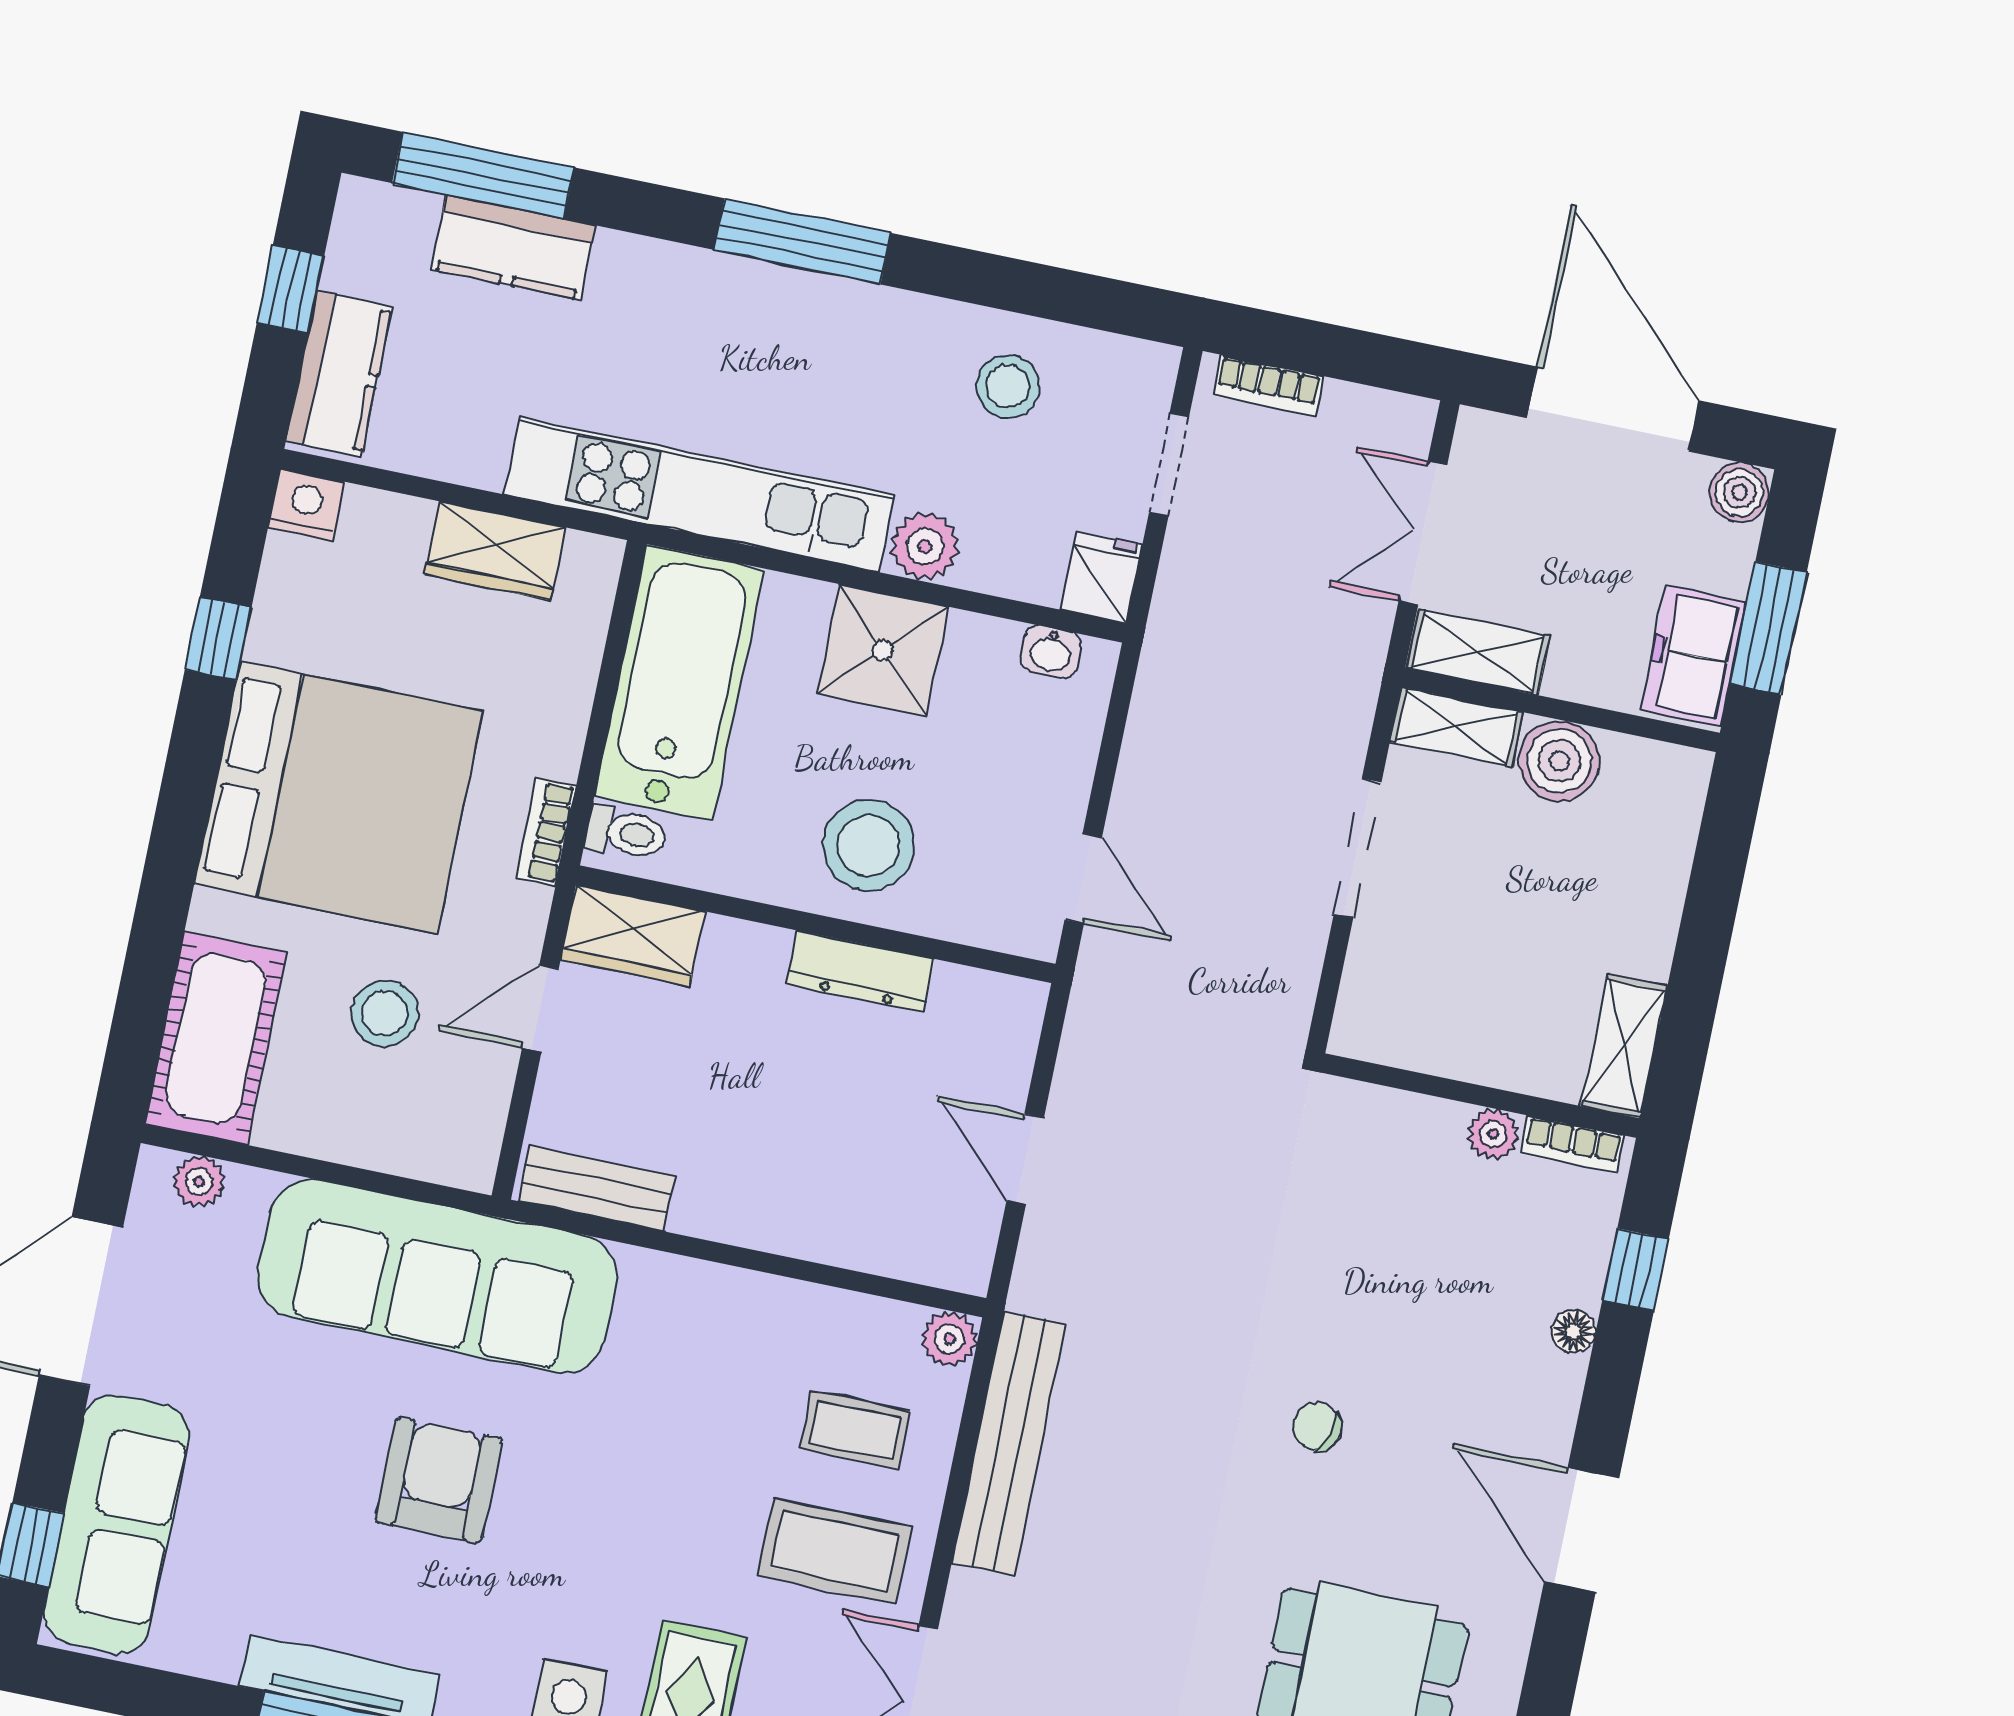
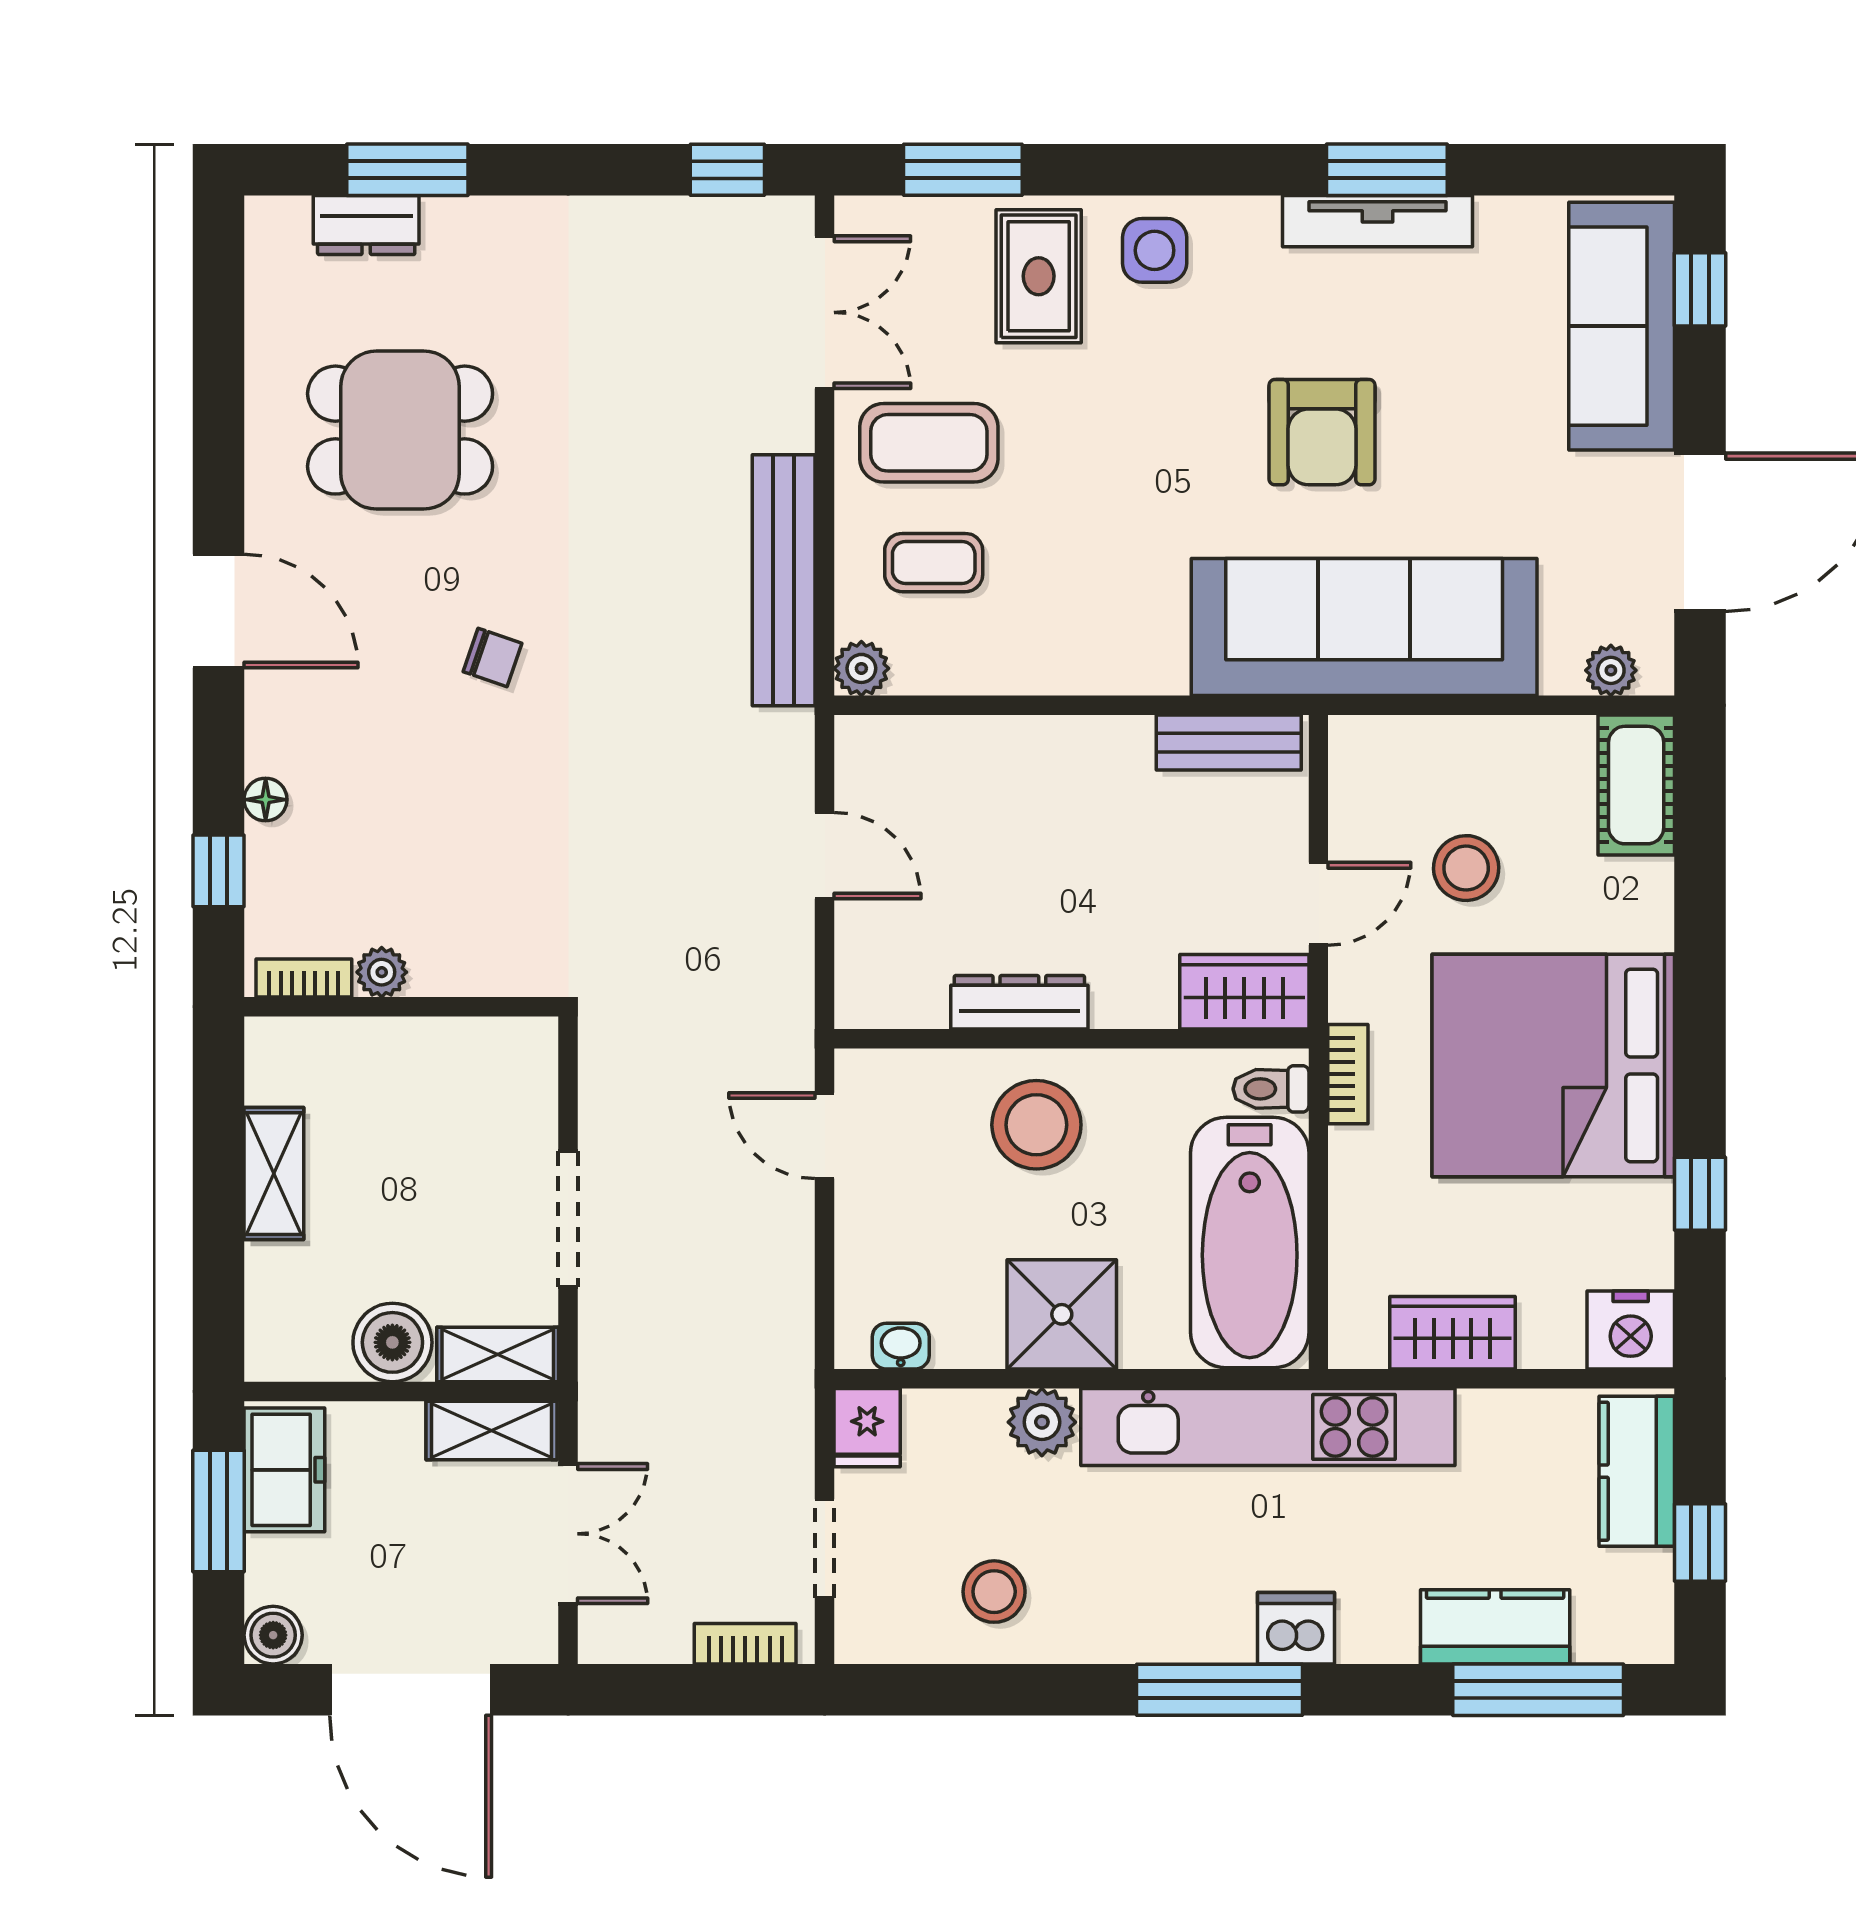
dishwasher: (713, 287) -> (1296, 1628), added
nightstand: (306, 504) -> (1631, 1330), width x1.36, depth x1.33
cot: (216, 1038) -> (1636, 785), width x0.73, depth x0.75
shelving: (1624, 1046) -> (274, 1174), moved

